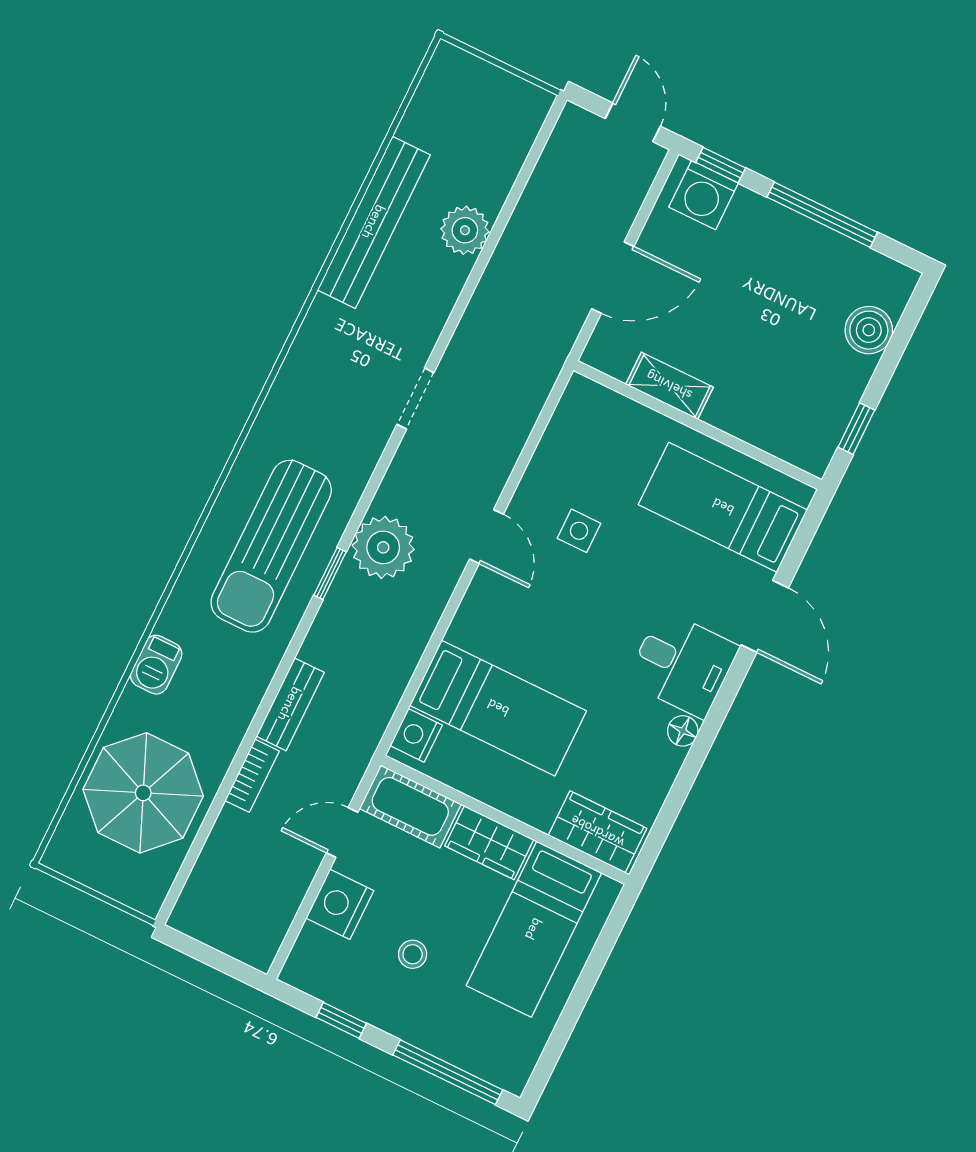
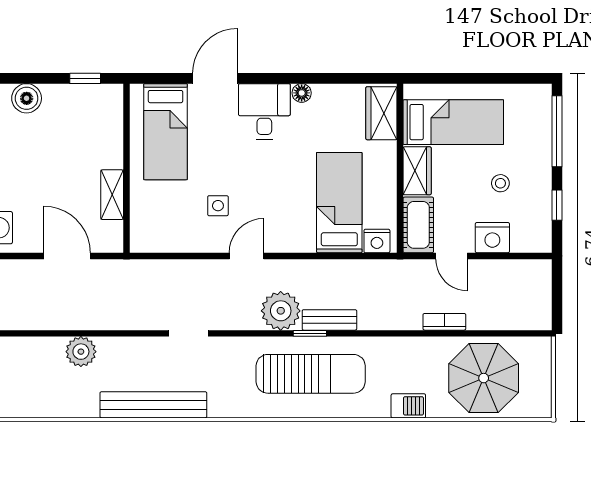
bench: (374, 222) -> (153, 405), moved
bench: (290, 704) -> (329, 320), moved

